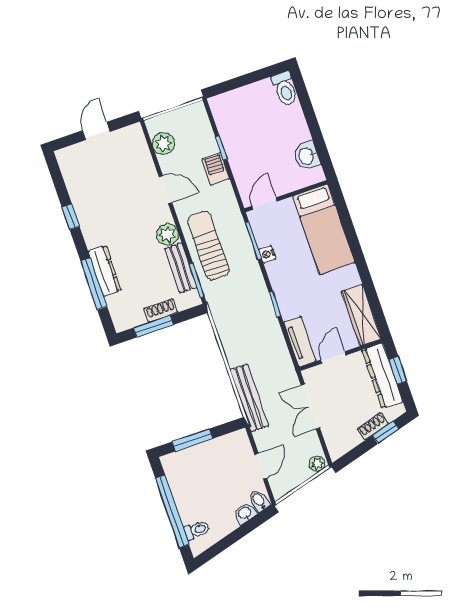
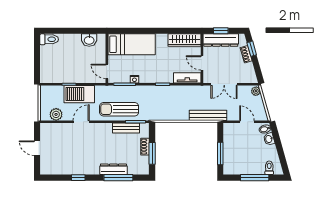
barbecue: (216, 169) -> (79, 94), width x1.88, depth x1.53
plant: (167, 234) -> (105, 129), removed
window: (172, 511) -> (255, 178), width x0.68

